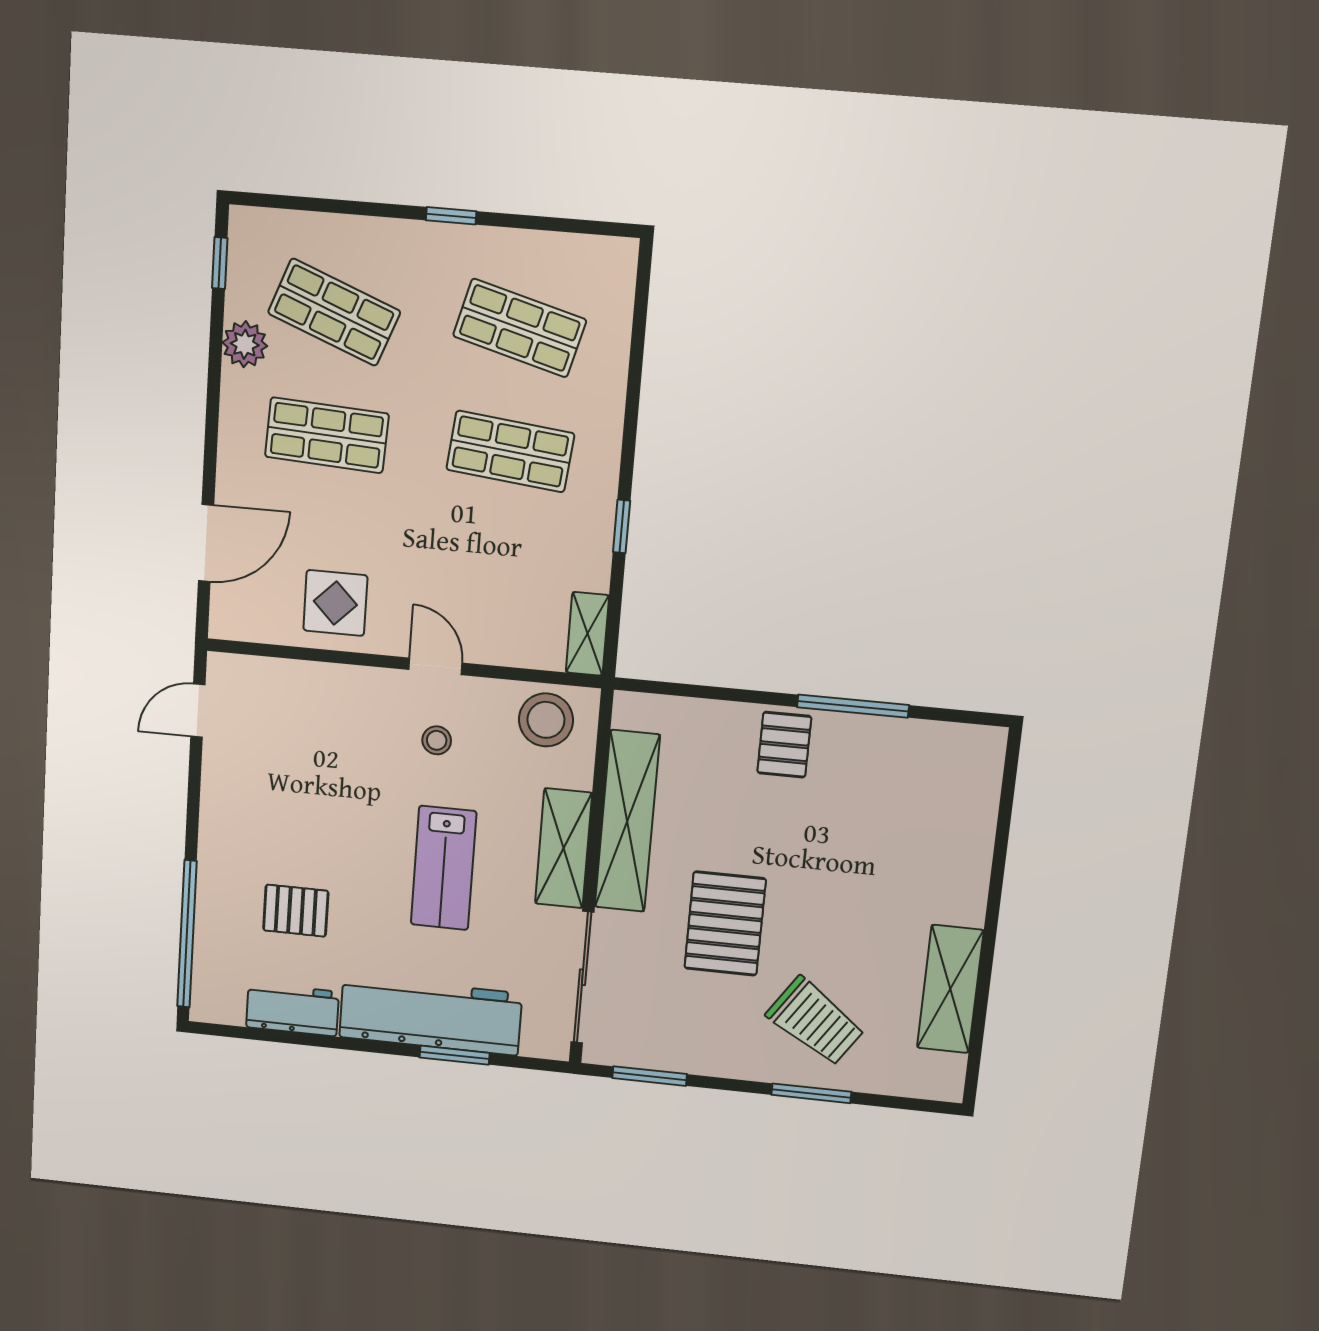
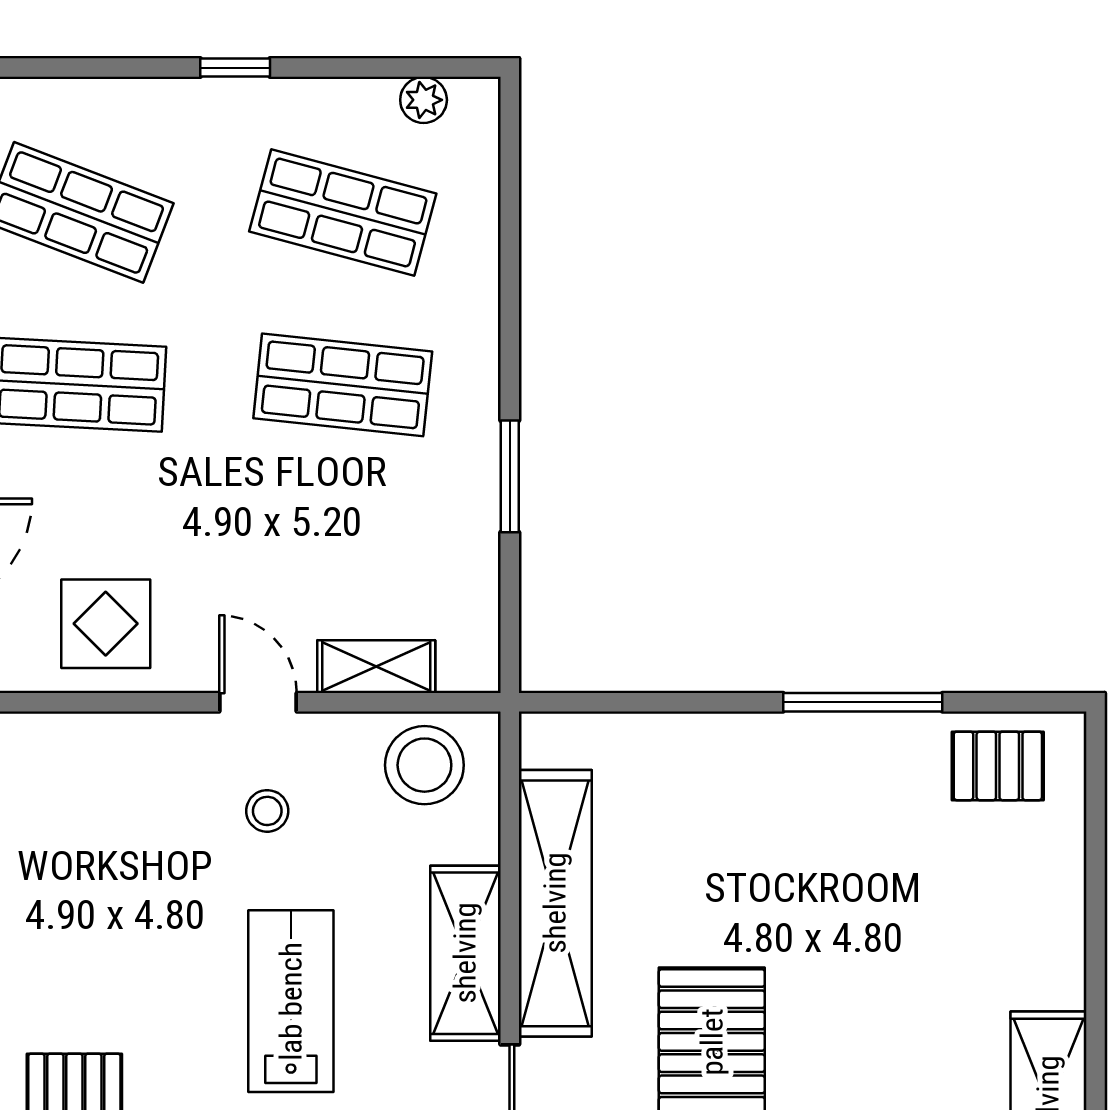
plant: (583, 251) -> (424, 100), added
window: (622, 526) -> (510, 476), width x1.50
shelving: (587, 634) -> (376, 667), moved, turned 90
pallet: (784, 745) -> (998, 766), moved, turned 90
lab bench: (444, 868) -> (291, 1001), turned 180

